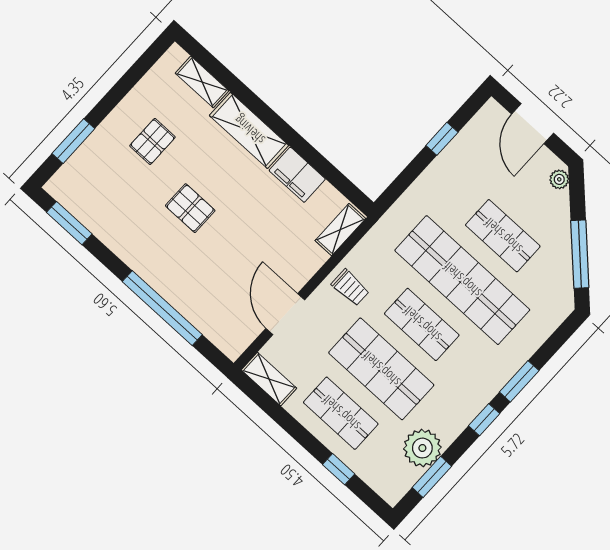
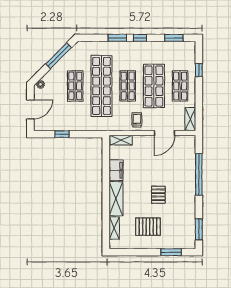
pallet: (152, 141) -> (148, 227), width x1.50, depth x1.42
plant: (422, 448) -> (167, 49), removed

